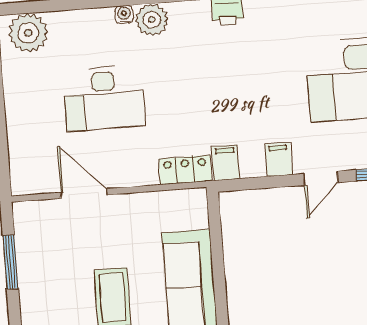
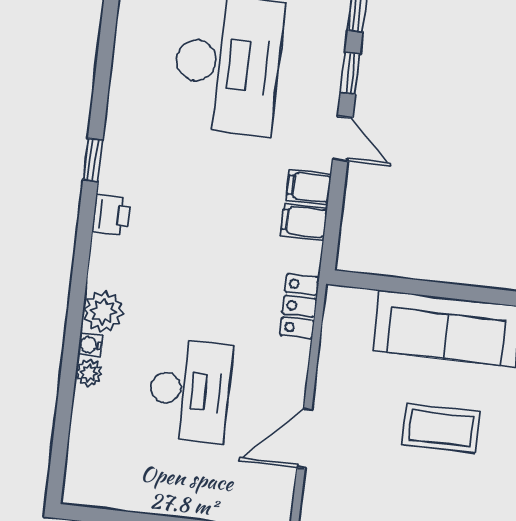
plant: (28, 33) -> (89, 373), moved, width x0.53, depth x0.53
filing cabinet: (226, 163) -> (304, 221), moved

